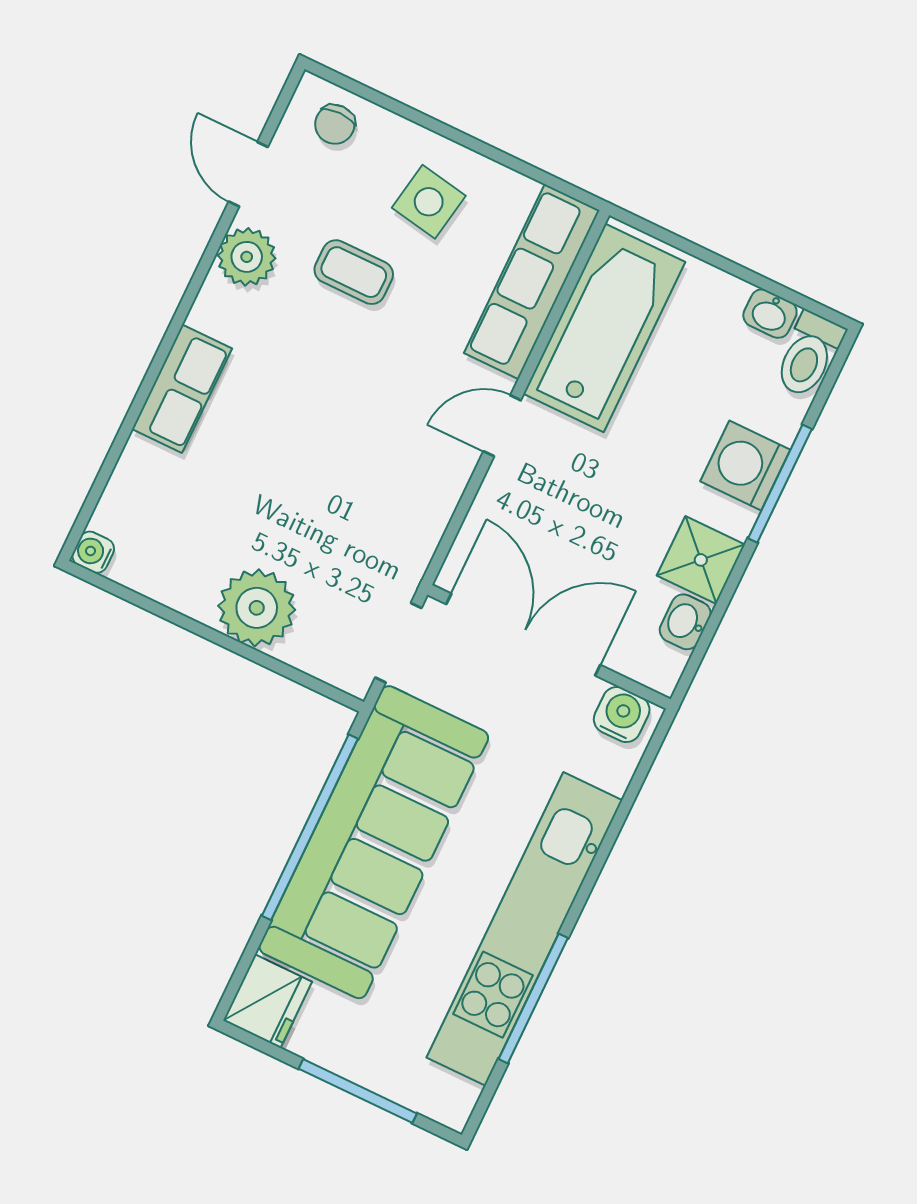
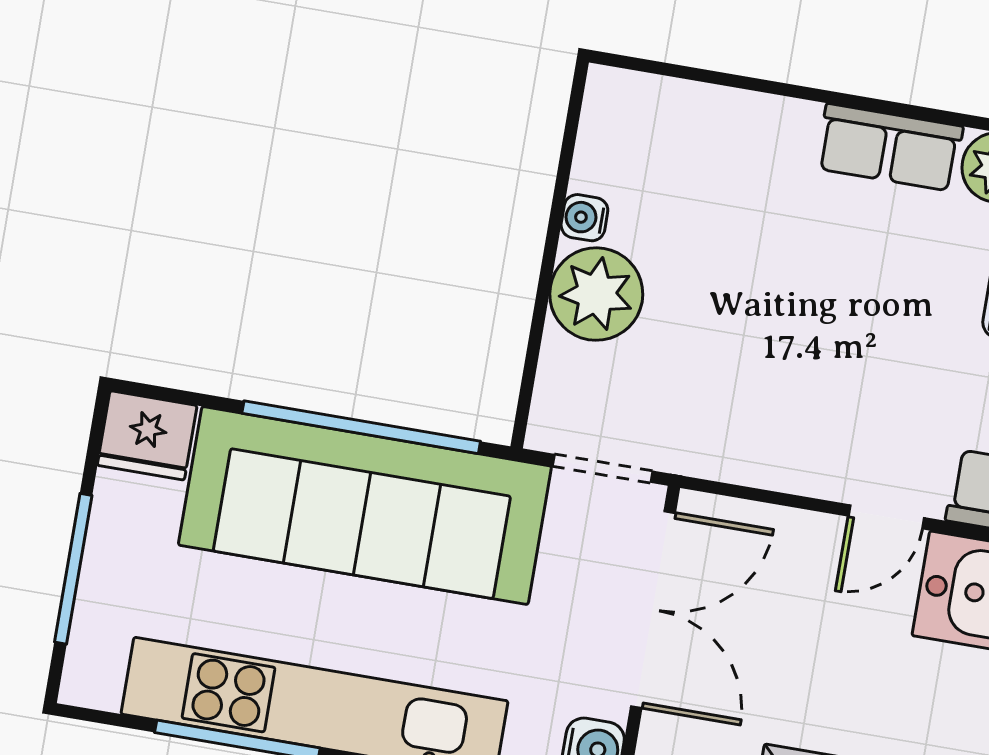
row of seats: (182, 389) -> (889, 147), moved
door: (502, 426) -> (886, 517), swing flipped
water cooler: (93, 552) -> (584, 218), moved, turned -90

